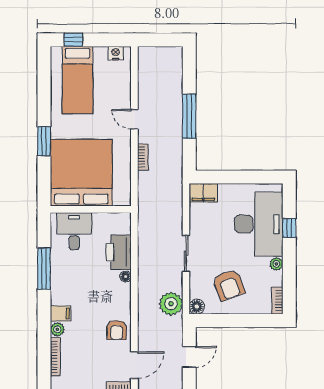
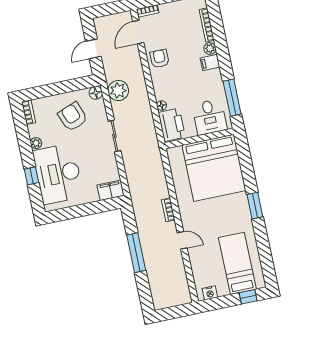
bed: (81, 173) -> (214, 168), moved
wall: (91, 209) -> (199, 138), moved
desk: (74, 231) -> (209, 117), moved

